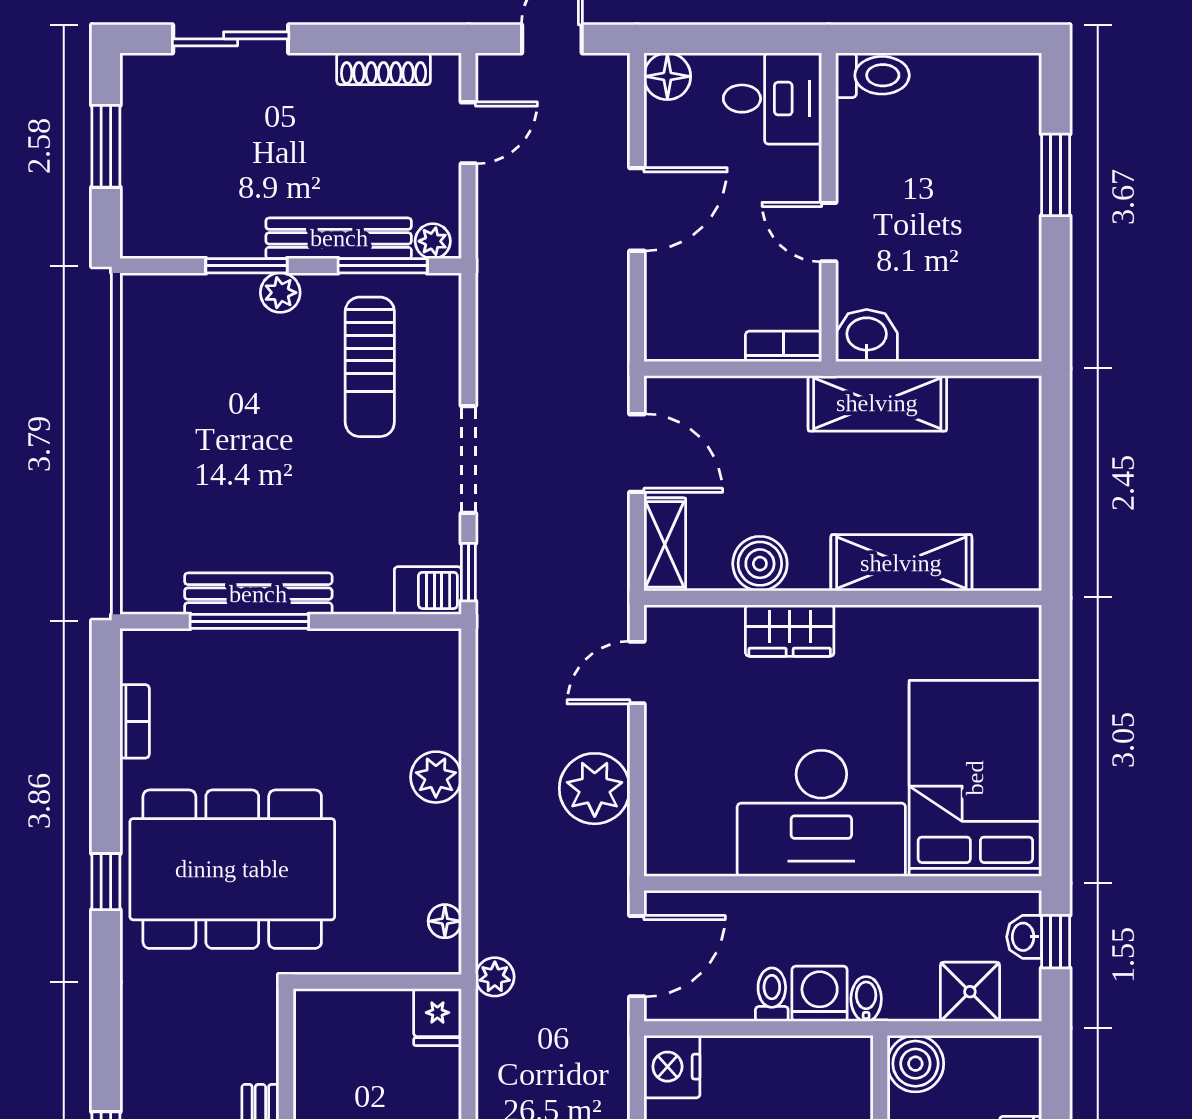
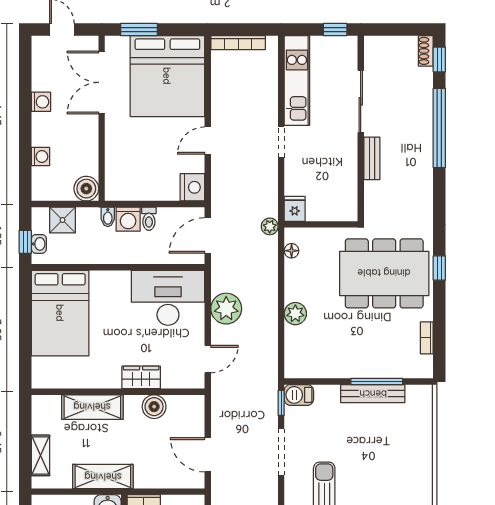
shelving: (665, 544) -> (40, 455), moved
desk: (821, 813) -> (168, 298), moved

